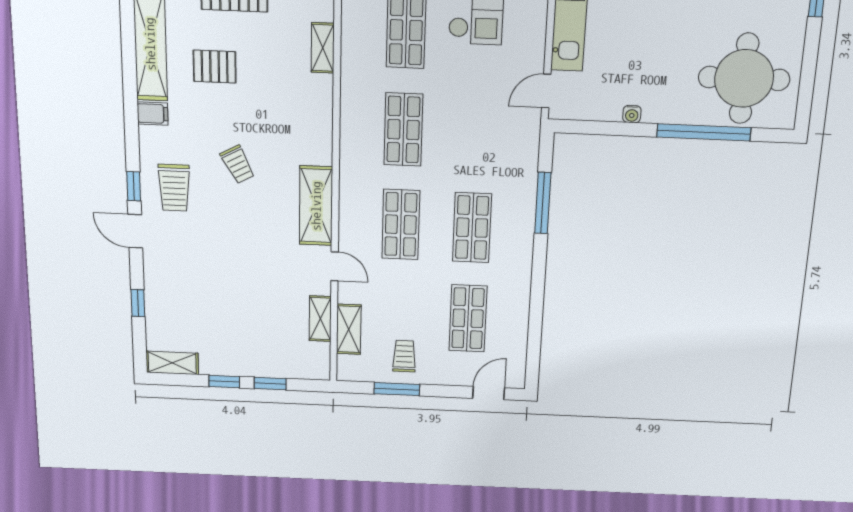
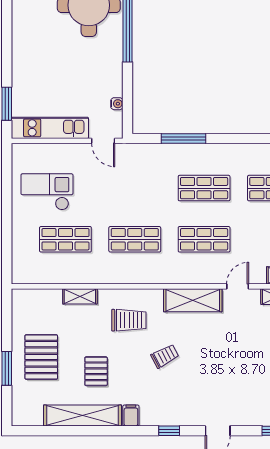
water cooler: (632, 114) -> (117, 104), moved
window: (134, 186) -> (169, 431), moved
trolley: (174, 188) -> (129, 320), moved

